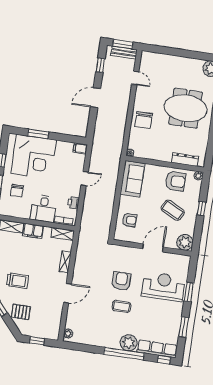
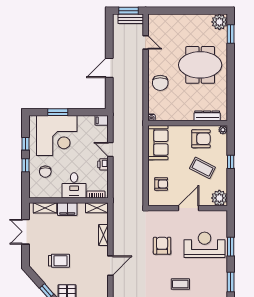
window: (100, 65) -> (109, 35), removed
door: (85, 179) -> (110, 150), swing flipped
printer: (73, 203) -> (103, 164), moved
coffee table: (121, 306) -> (180, 284), moved

